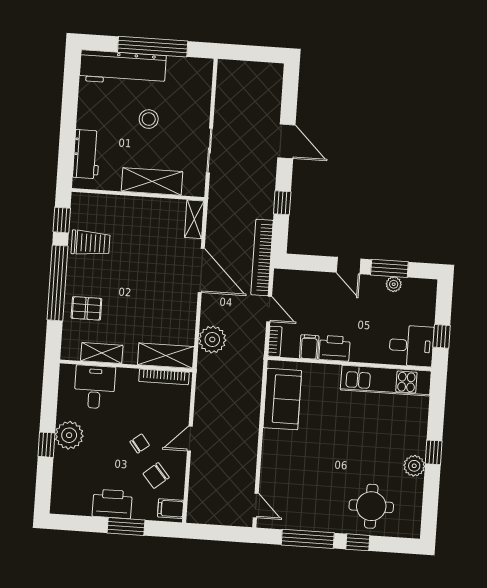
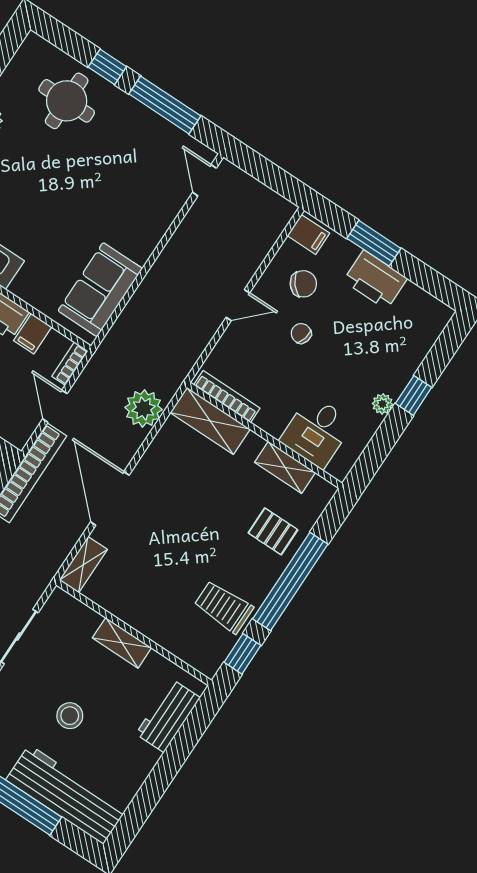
shelving: (152, 181) -> (122, 643), width x0.67, depth x0.75
plant: (69, 435) -> (383, 404), width x0.53, depth x0.53
chair: (140, 443) -> (301, 333), turned 53

